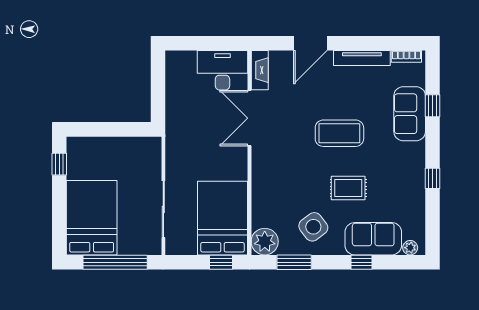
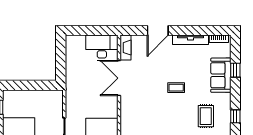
coffee table: (339, 133) -> (176, 88), width x0.54, depth x0.58
rug: (348, 188) -> (206, 116), moved, turned 90

